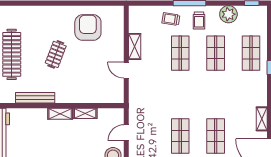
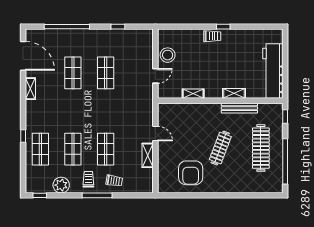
clothes rail: (56, 54) -> (220, 148), width x1.36
shelving: (60, 114) -> (234, 93), moved

